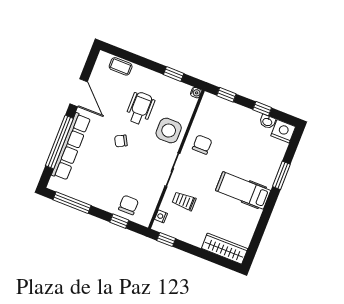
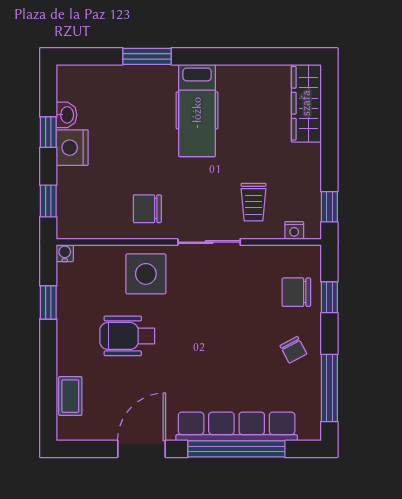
nightstand: (283, 131) -> (72, 148), moved
chair: (121, 141) -> (293, 350), moved

